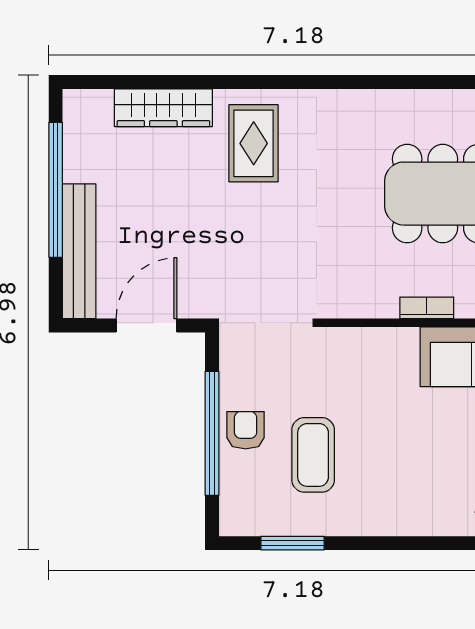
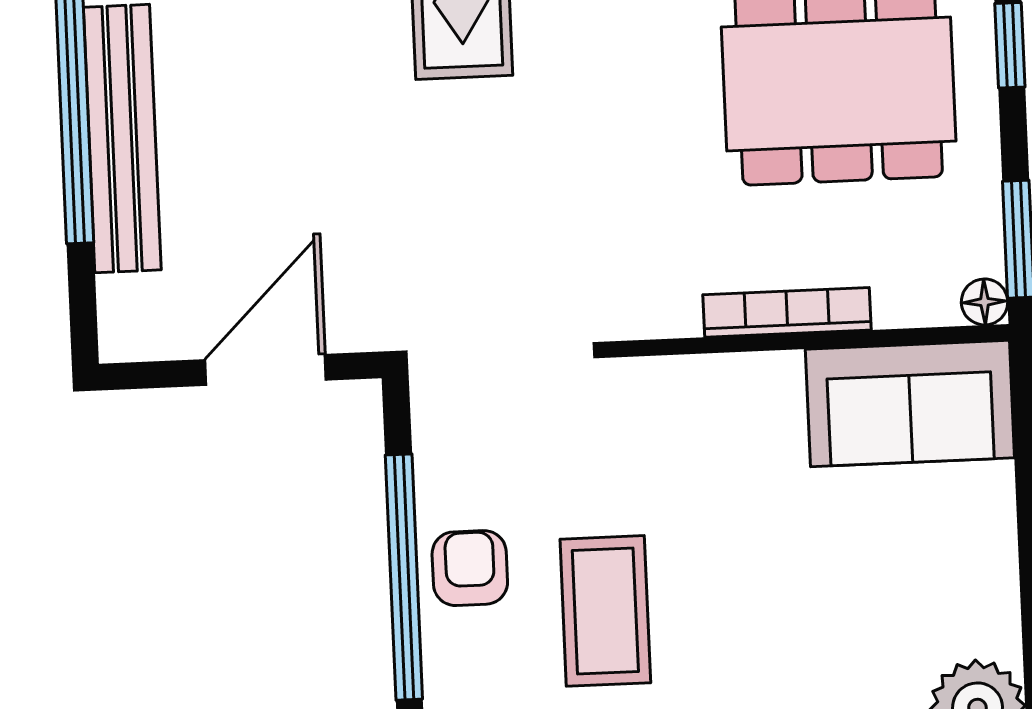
bench: (79, 251) -> (122, 139), moved
bookcase: (427, 308) -> (787, 312), width x1.56

